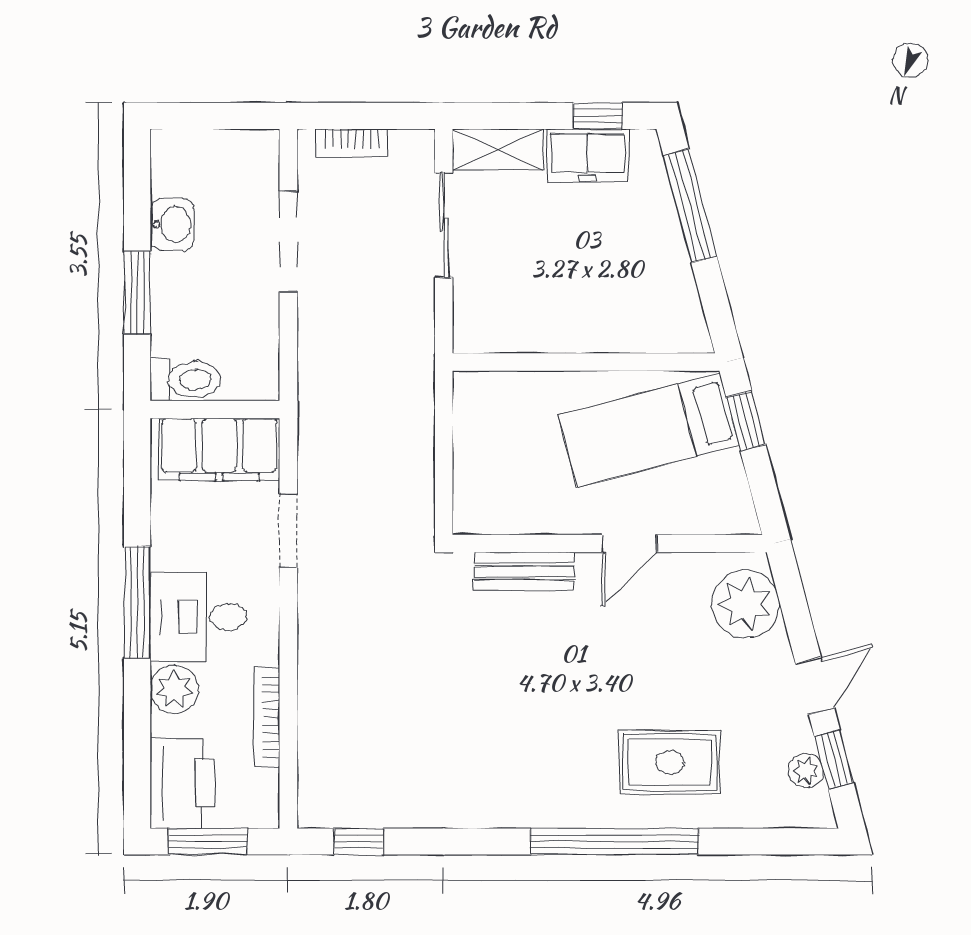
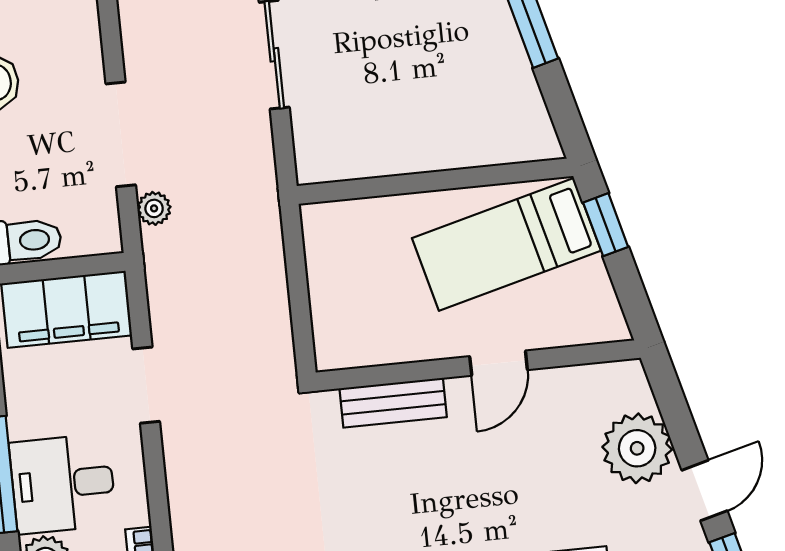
doorway: (288, 241) -> (121, 134), moved
plant: (313, 361) -> (154, 208), added
plant: (745, 604) -> (637, 448), moved

